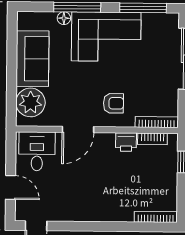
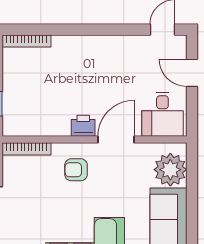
bookcase: (152, 139) -> (31, 130), removed
printer: (126, 142) -> (83, 126), moved

